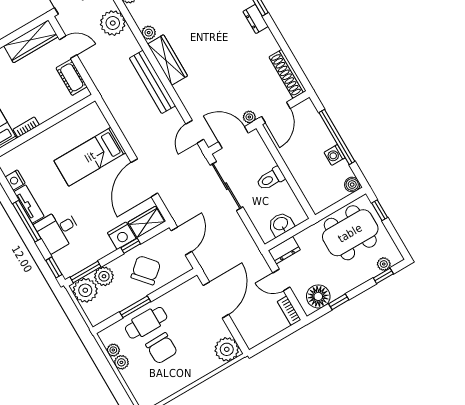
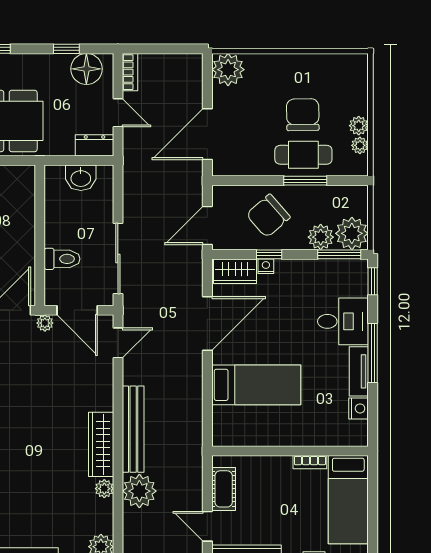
plant: (113, 23) -> (139, 491), moved
toilet: (271, 179) -> (62, 259), moved
nightstand: (122, 236) -> (266, 266), width x0.53, depth x0.56

